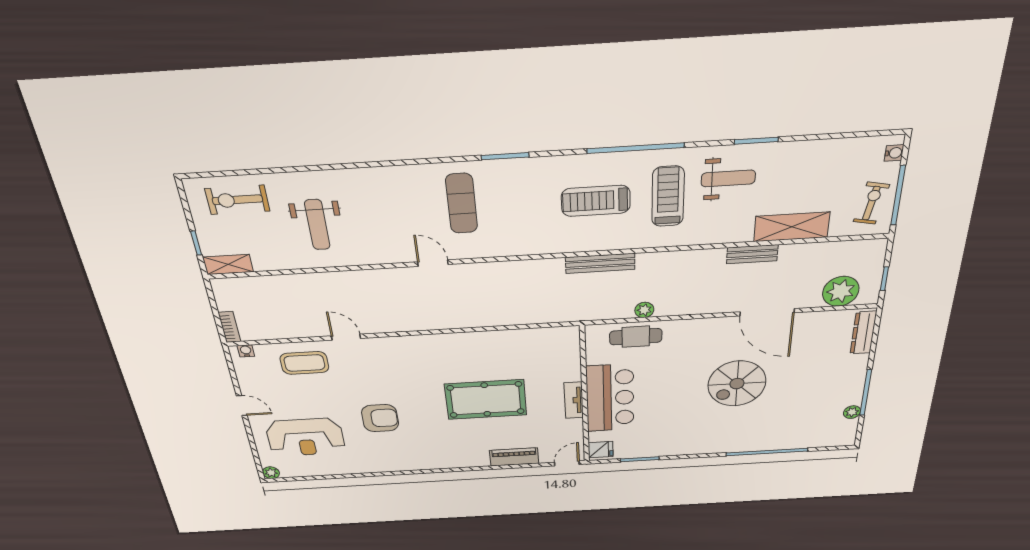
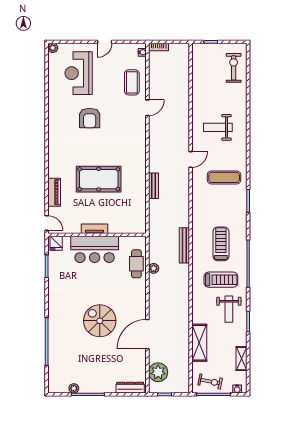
weight bench: (317, 225) -> (218, 127), moved
bench: (752, 254) -> (154, 186), moved
shelving: (228, 264) -> (242, 359), moved
pool table: (486, 400) -> (99, 179), turned 90

